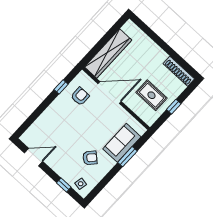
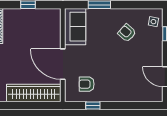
rug: (151, 95) -> (35, 30), removed
sofa: (122, 143) -> (75, 27), moved, turned -90

